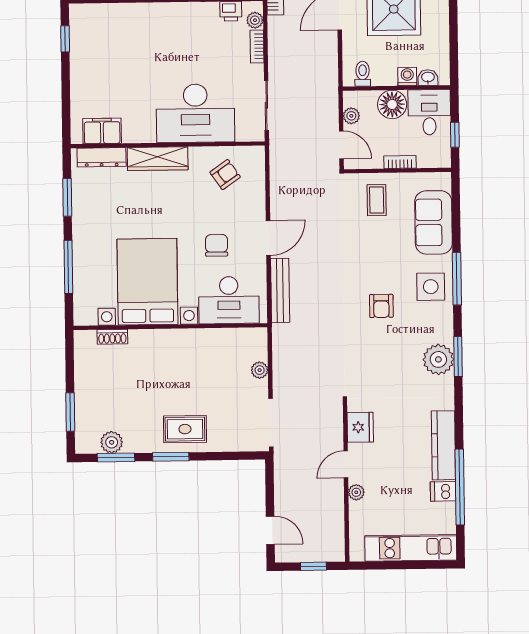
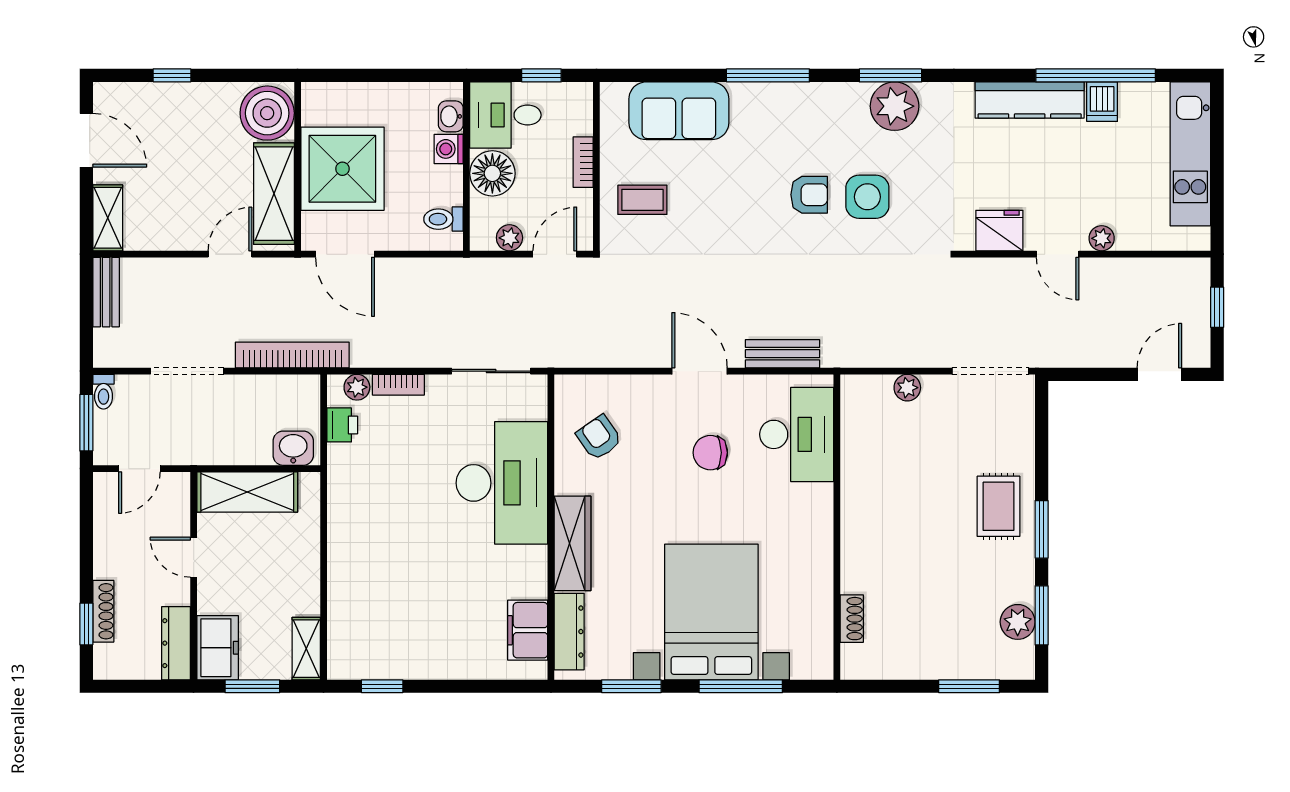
bed with nightstands: (147, 282) -> (711, 612), moved, turned 90
side table: (431, 287) -> (867, 197), moved
bench: (280, 290) -> (782, 354), width x0.73

